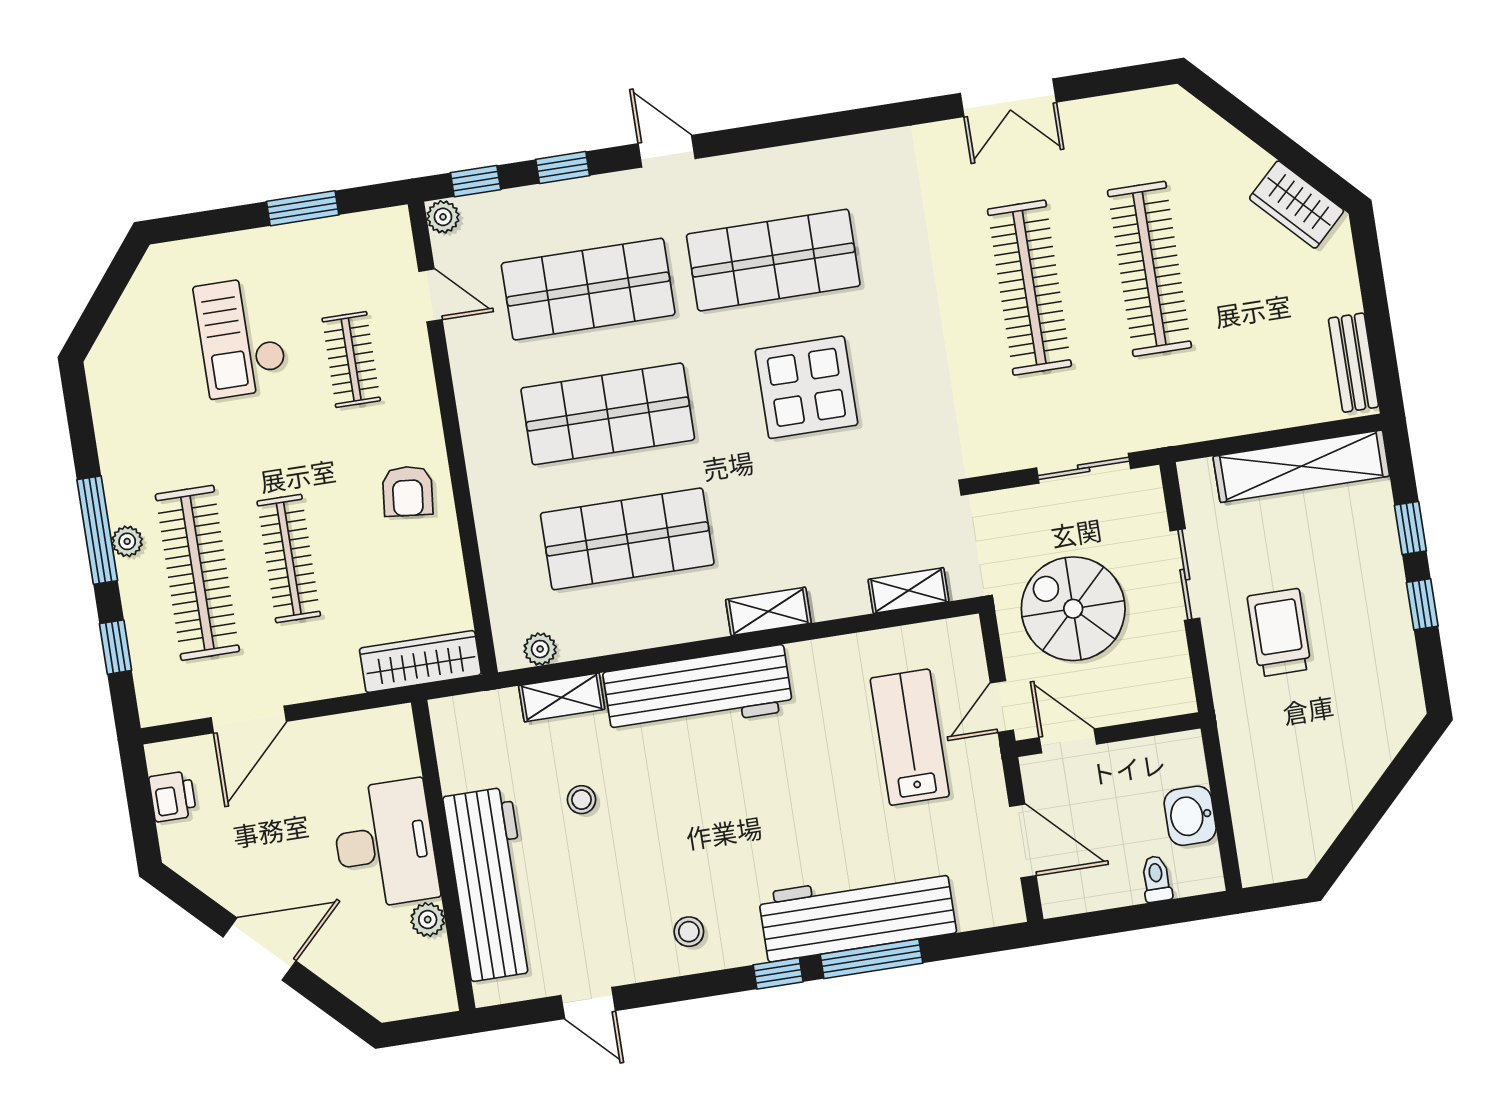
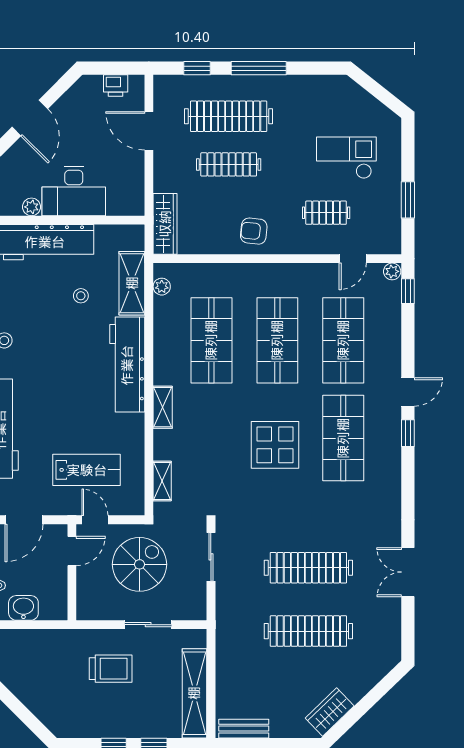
window: (563, 167) -> (408, 433), moved
sliding door: (1084, 468) -> (211, 557), moved
plant: (127, 541) -> (250, 83), removed
shelving: (562, 697) -> (132, 283), width x1.50, depth x1.33

